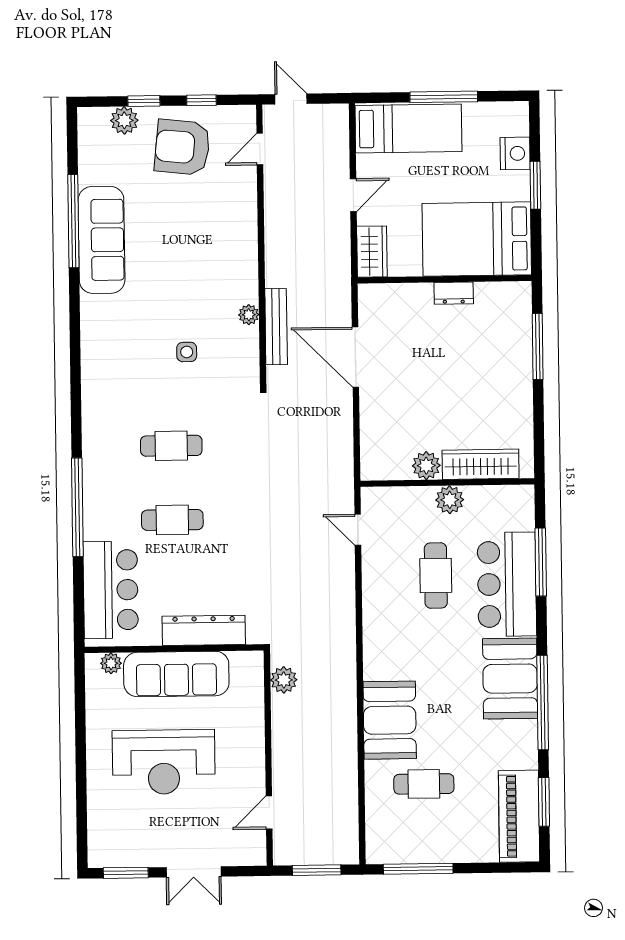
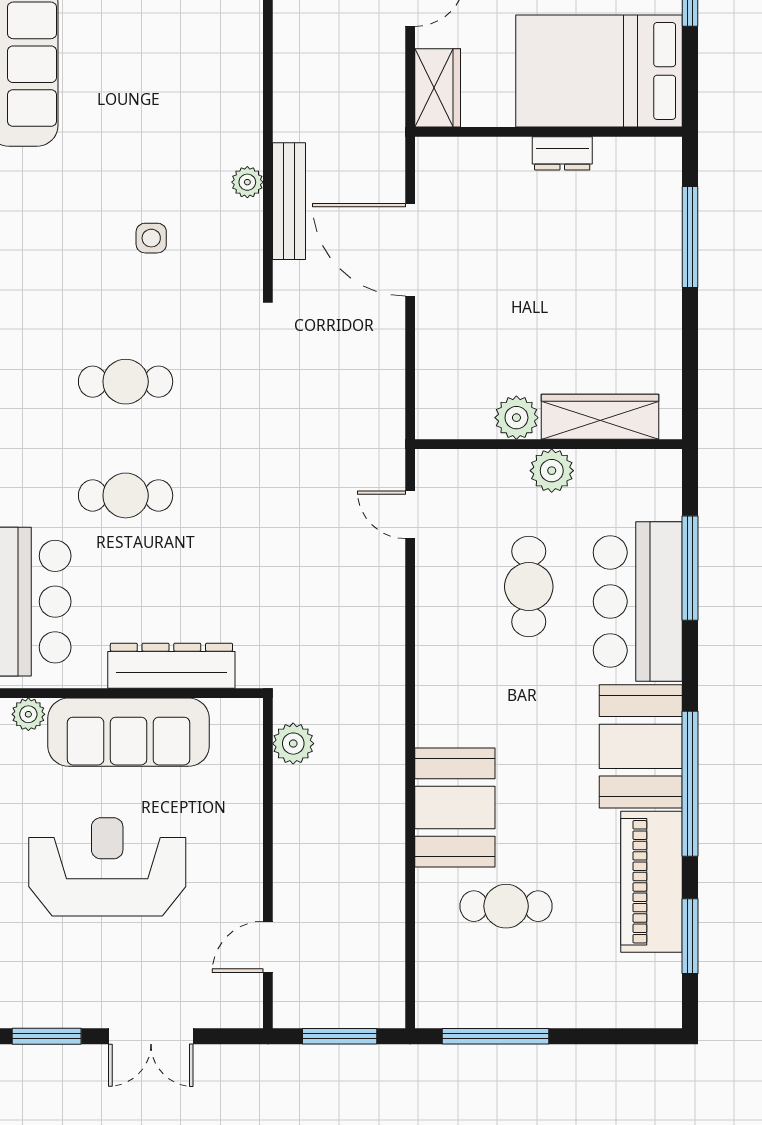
reception desk: (164, 762) -> (107, 867), turned 180
piano: (519, 816) -> (651, 882), moved

